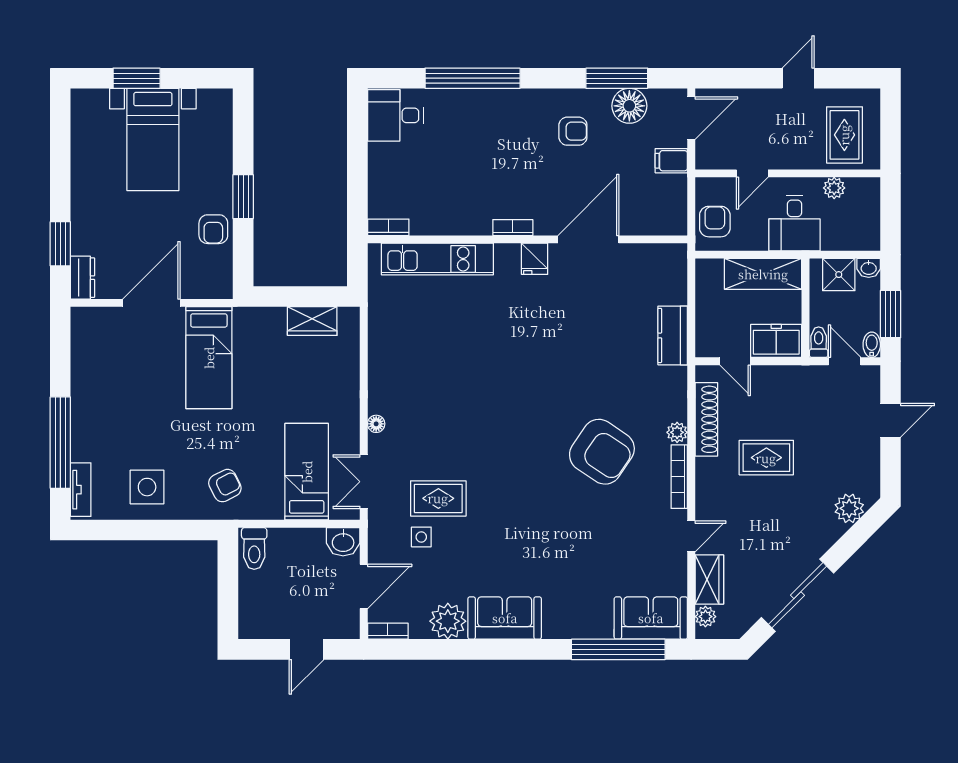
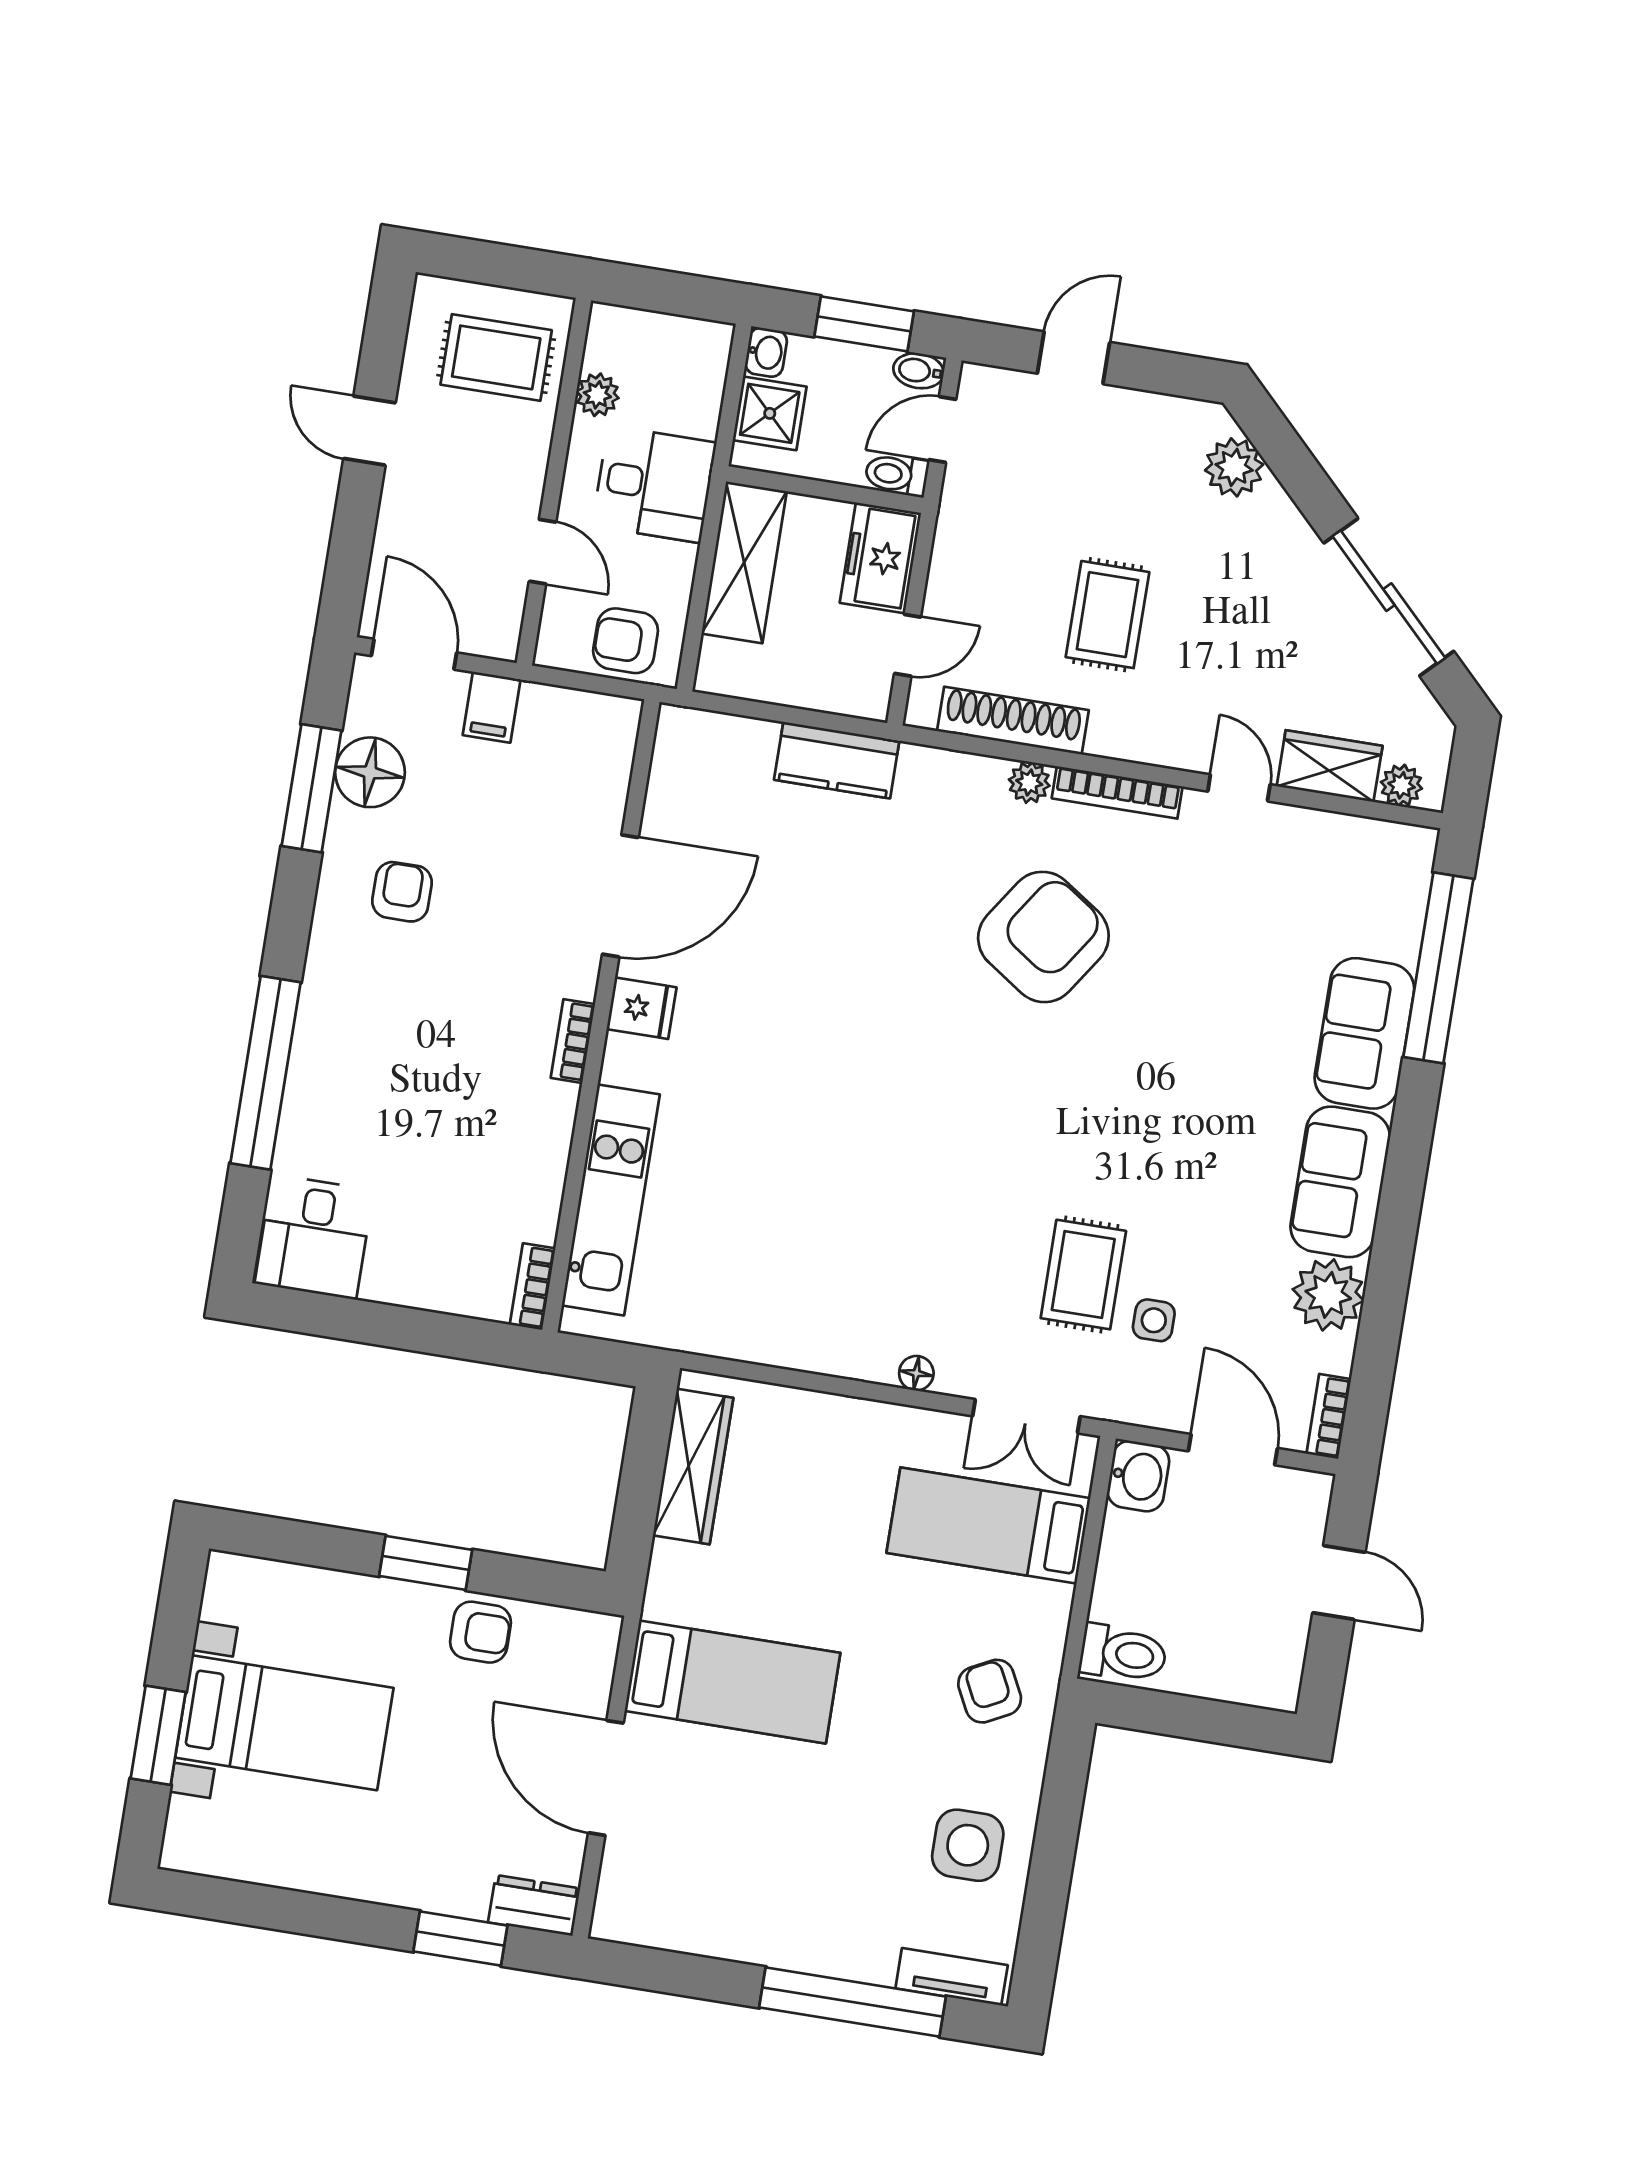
door: (588, 239) -> (620, 896), swing flipped
wardrobe: (312, 321) -> (693, 1467), width x1.50
door: (891, 420) -> (1074, 358), hinge flipped
sofa: (651, 618) -> (1364, 1033), moved

